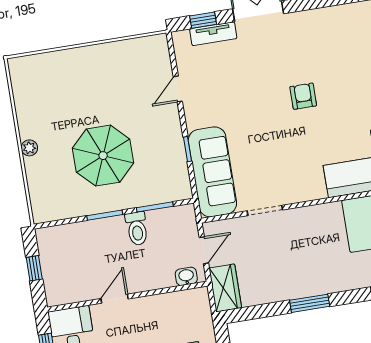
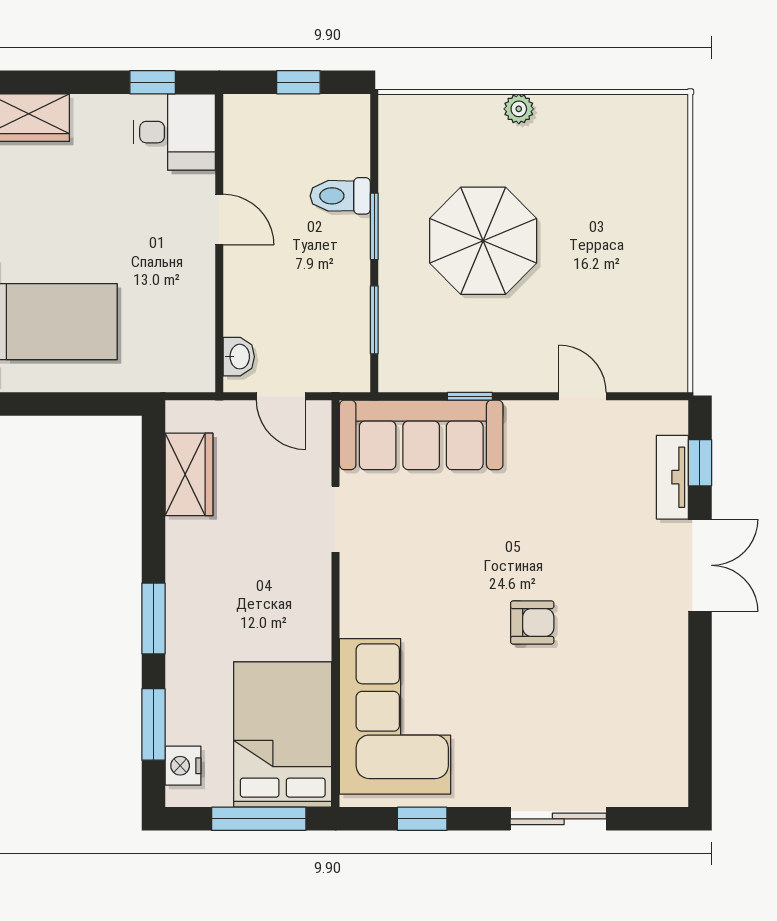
toilet: (137, 229) -> (340, 196), moved
wardrobe: (225, 288) -> (189, 474), moved, turned -90
window: (310, 303) -> (153, 618), moved

